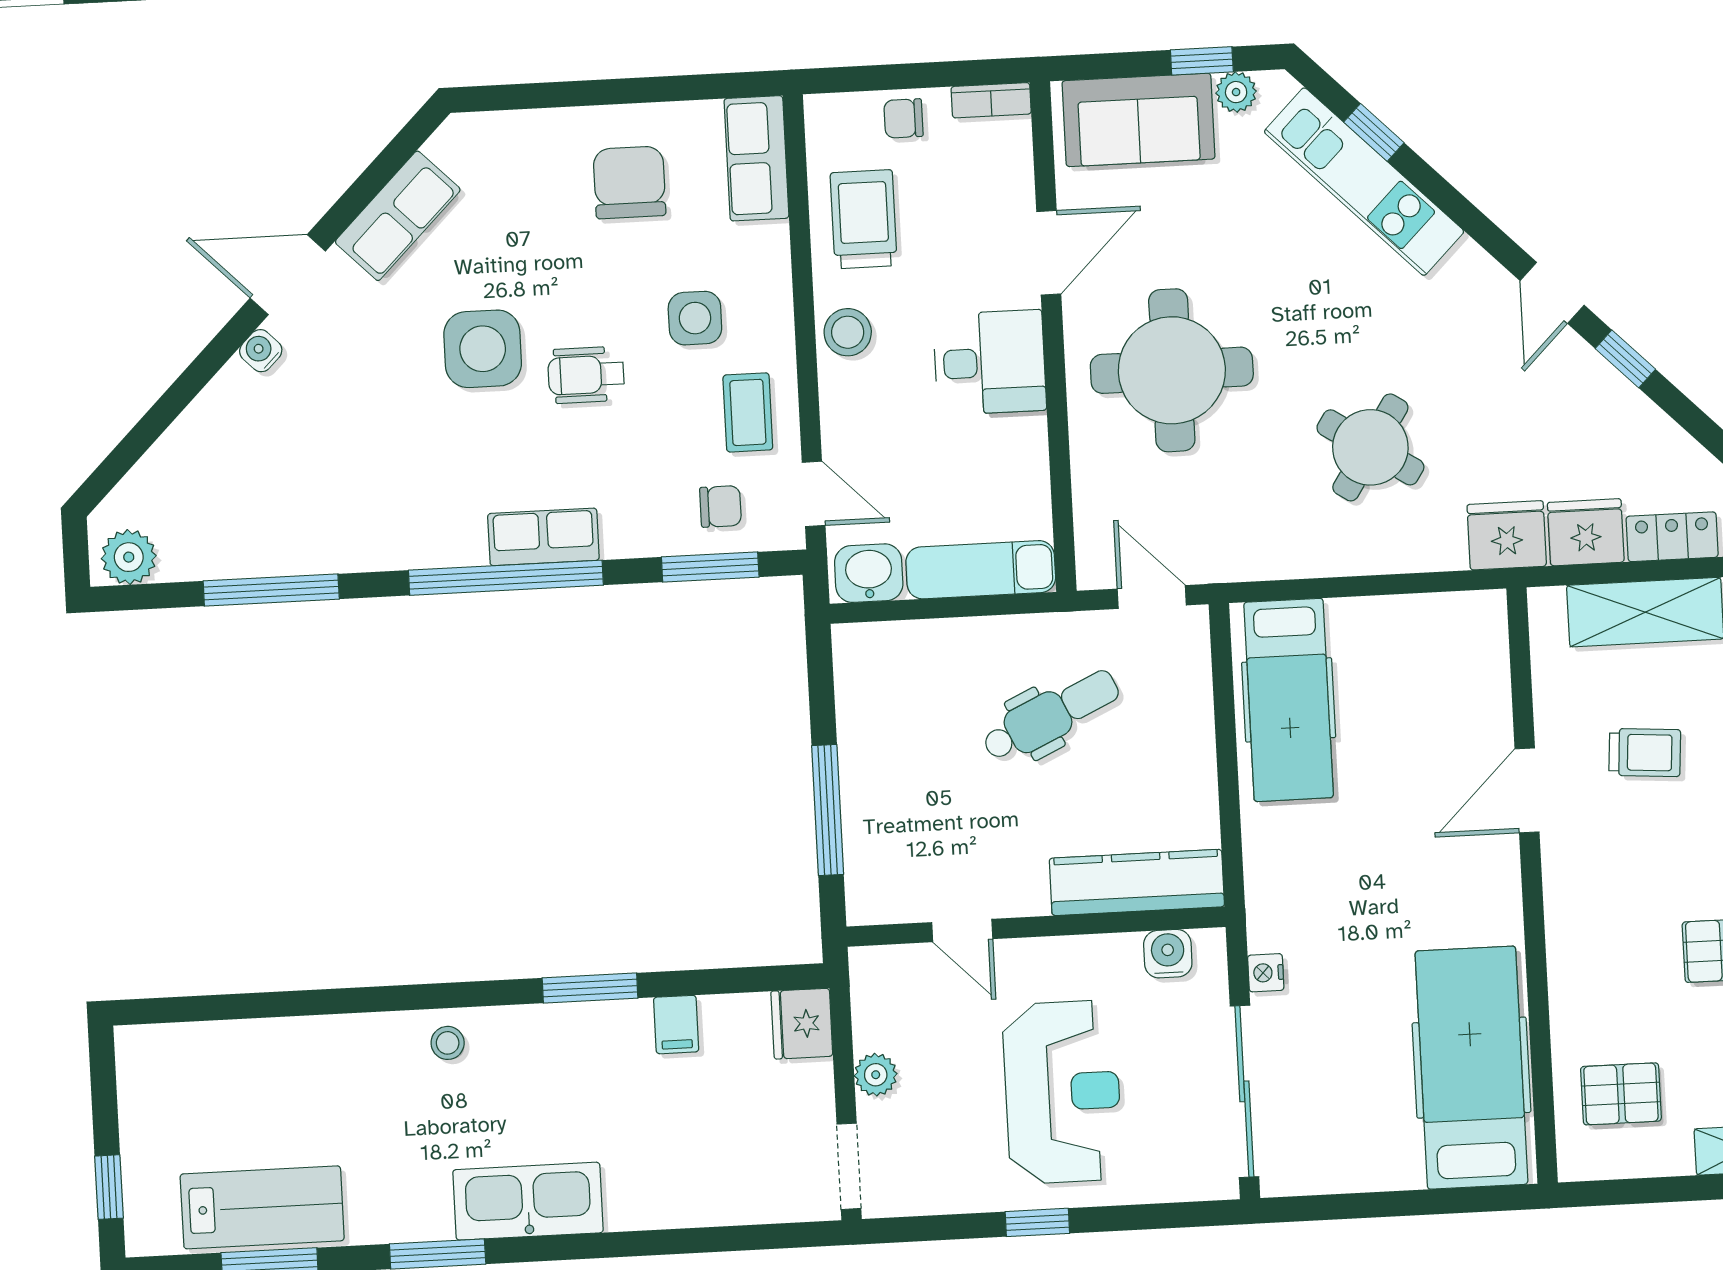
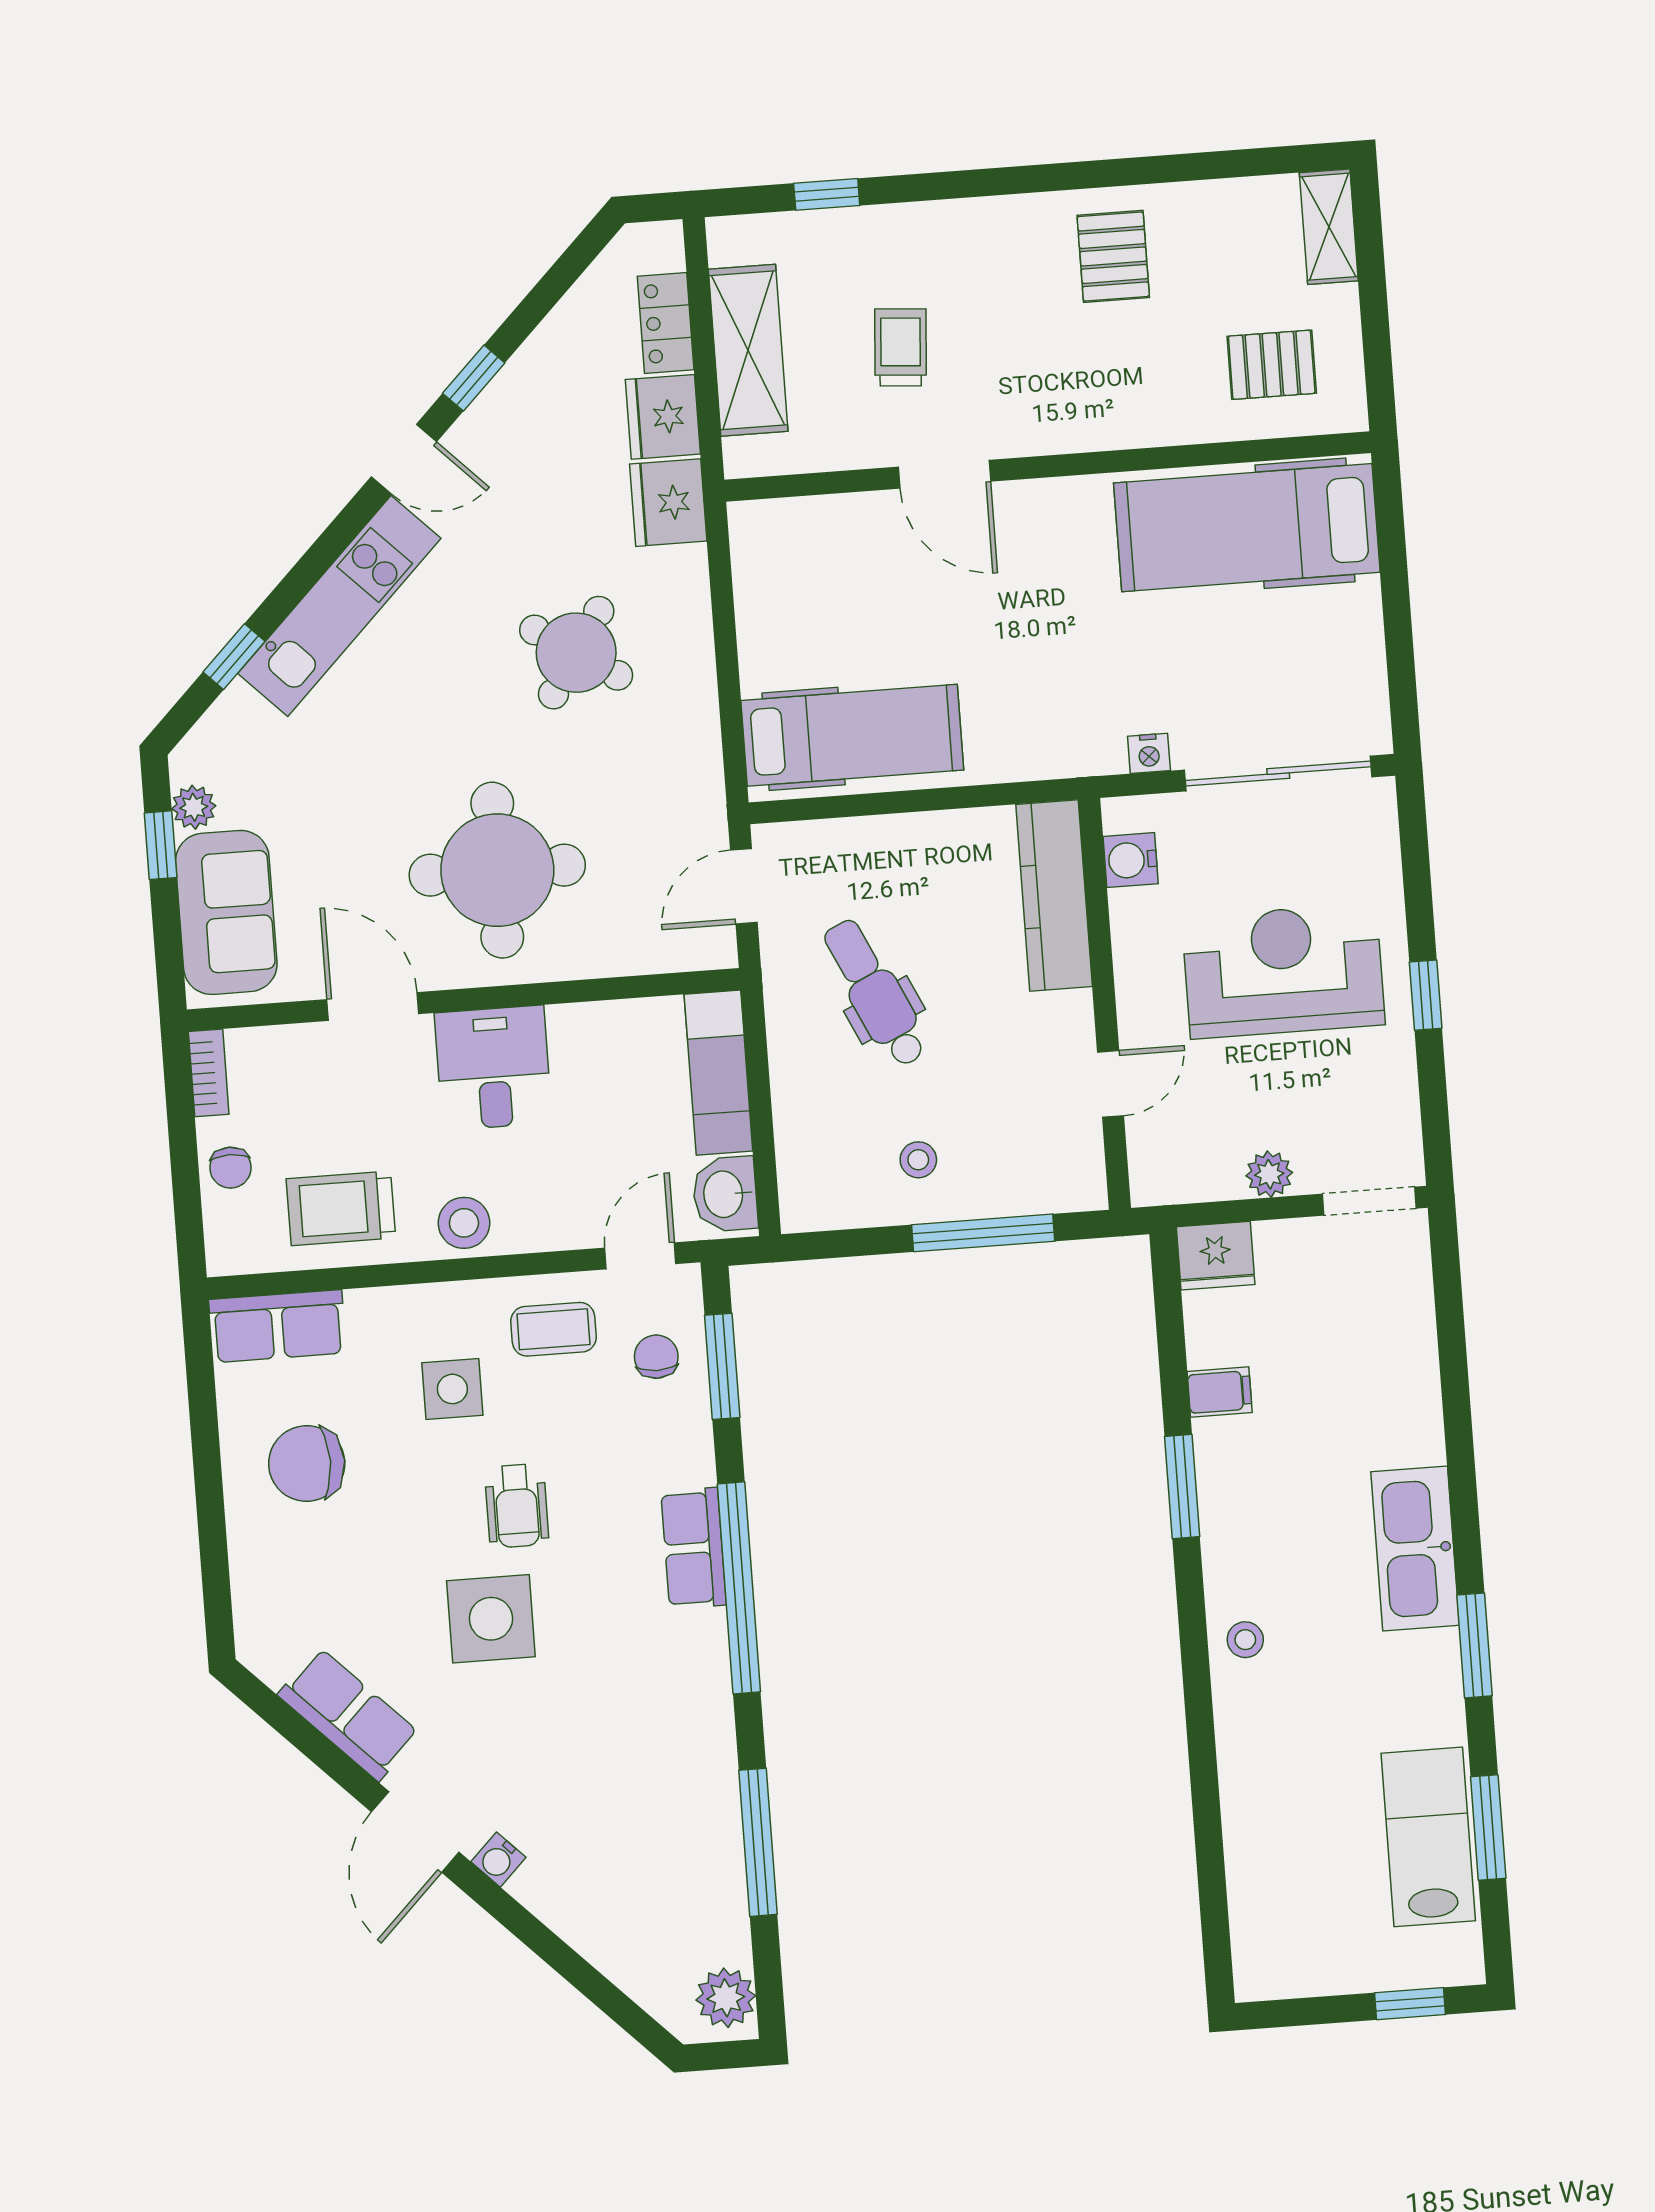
kitchen unit: (1364, 182) -> (339, 606), moved
stool: (896, 752) -> (918, 1160), added
pallet: (1621, 1094) -> (1272, 365), turned 90

